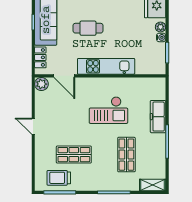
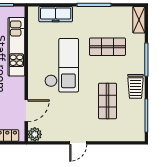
kitchen unit: (106, 66) -> (16, 47), moved
checkout: (108, 110) -> (62, 65), width x1.36, depth x1.21
freezer: (158, 117) -> (56, 14), moved
trolley: (59, 178) -> (136, 86), moved

